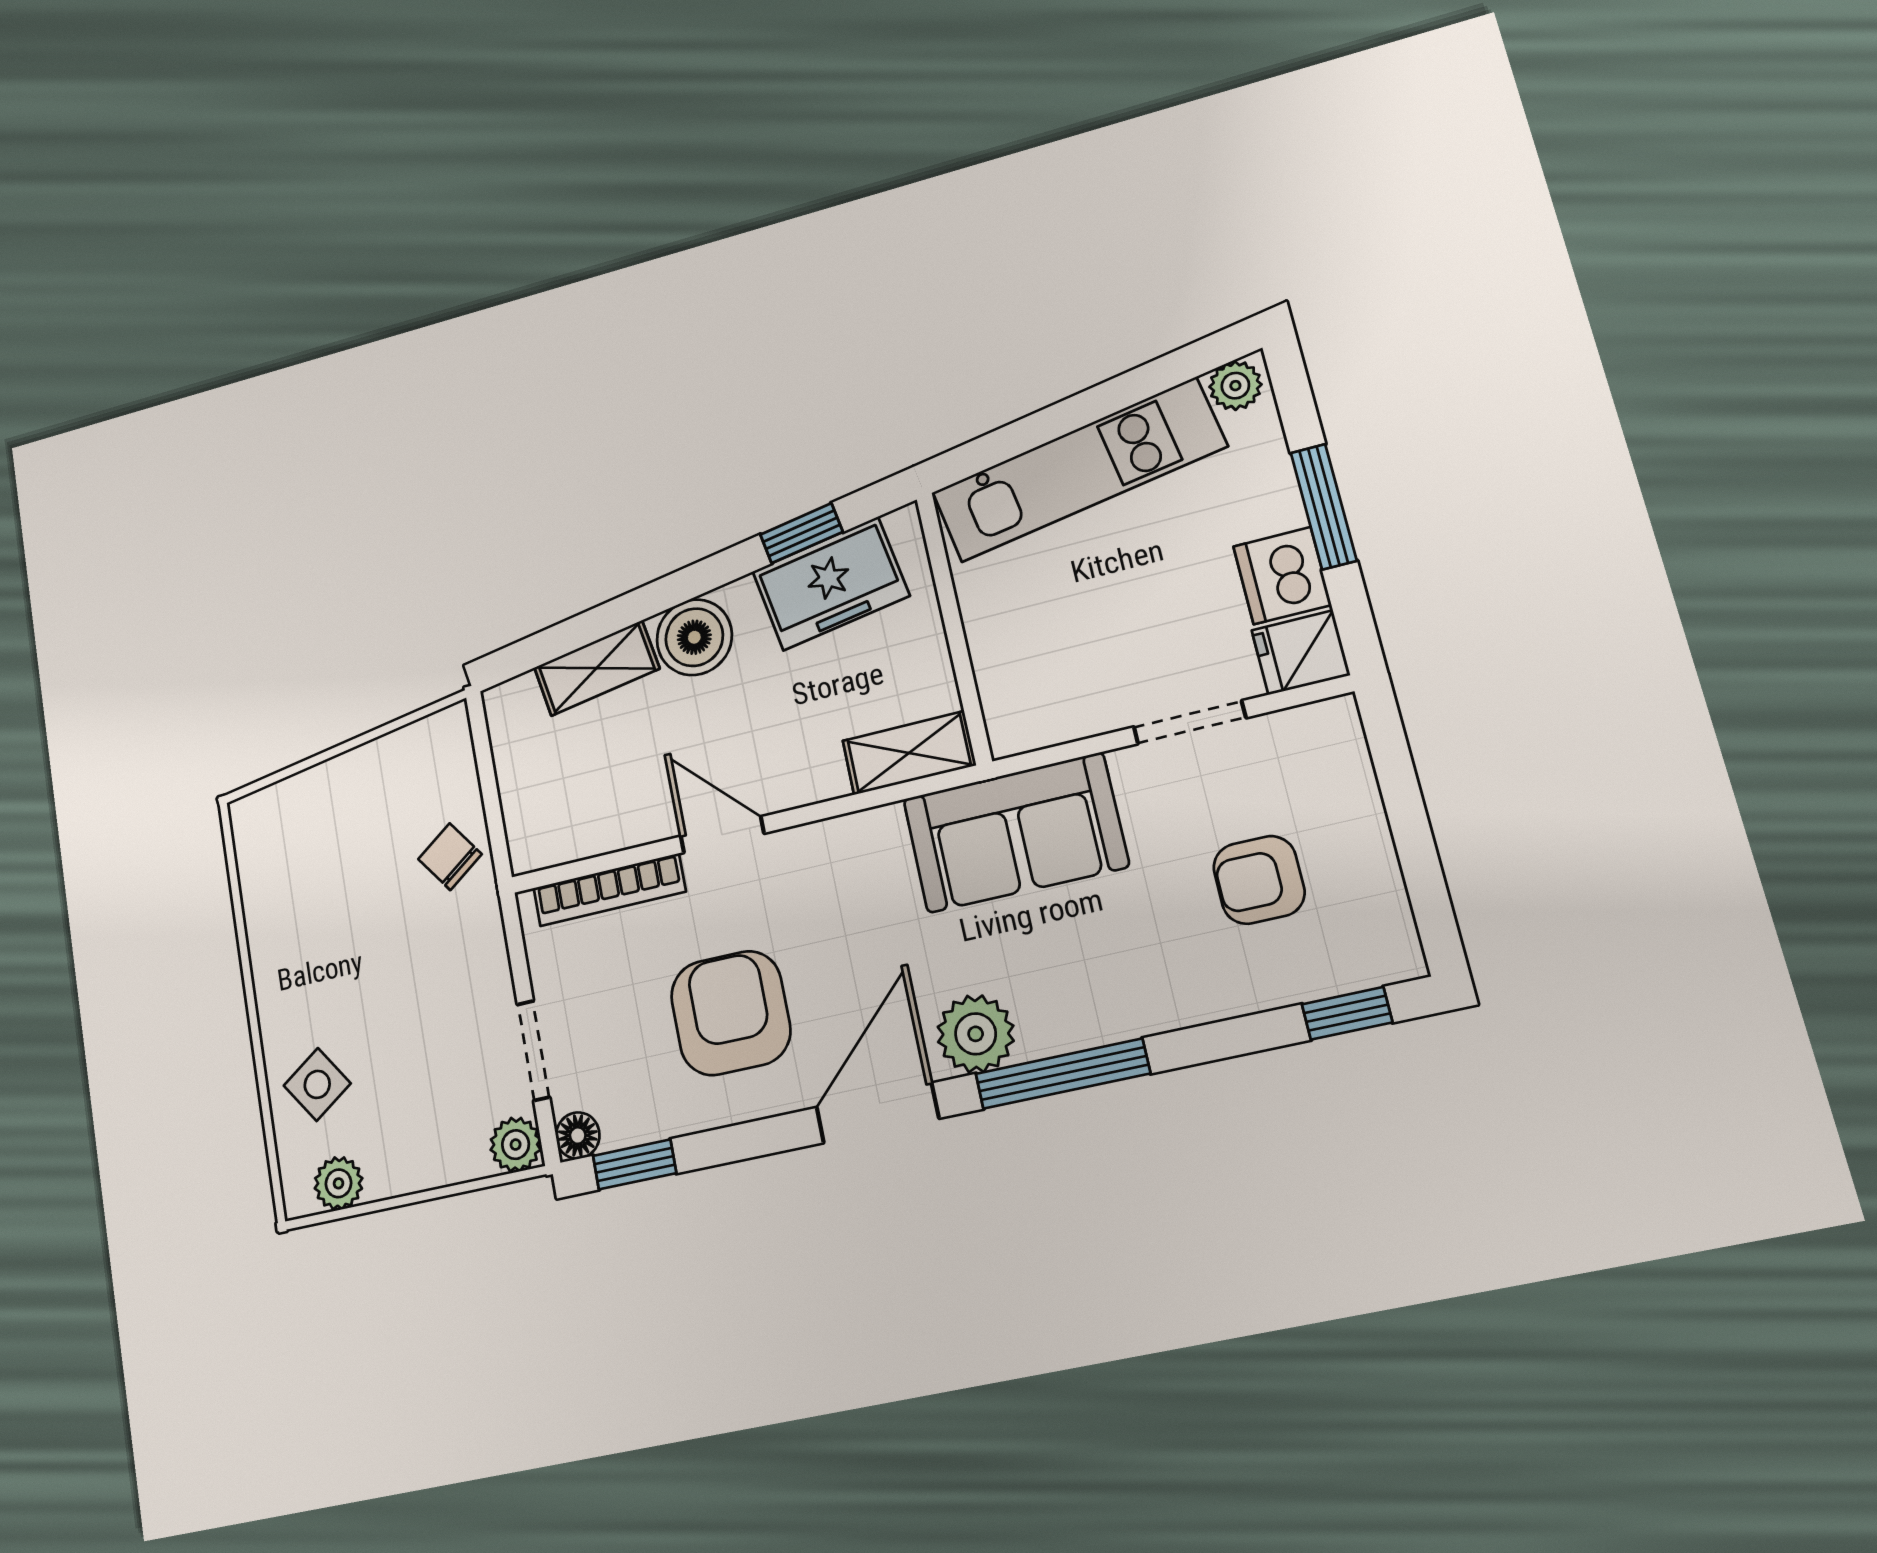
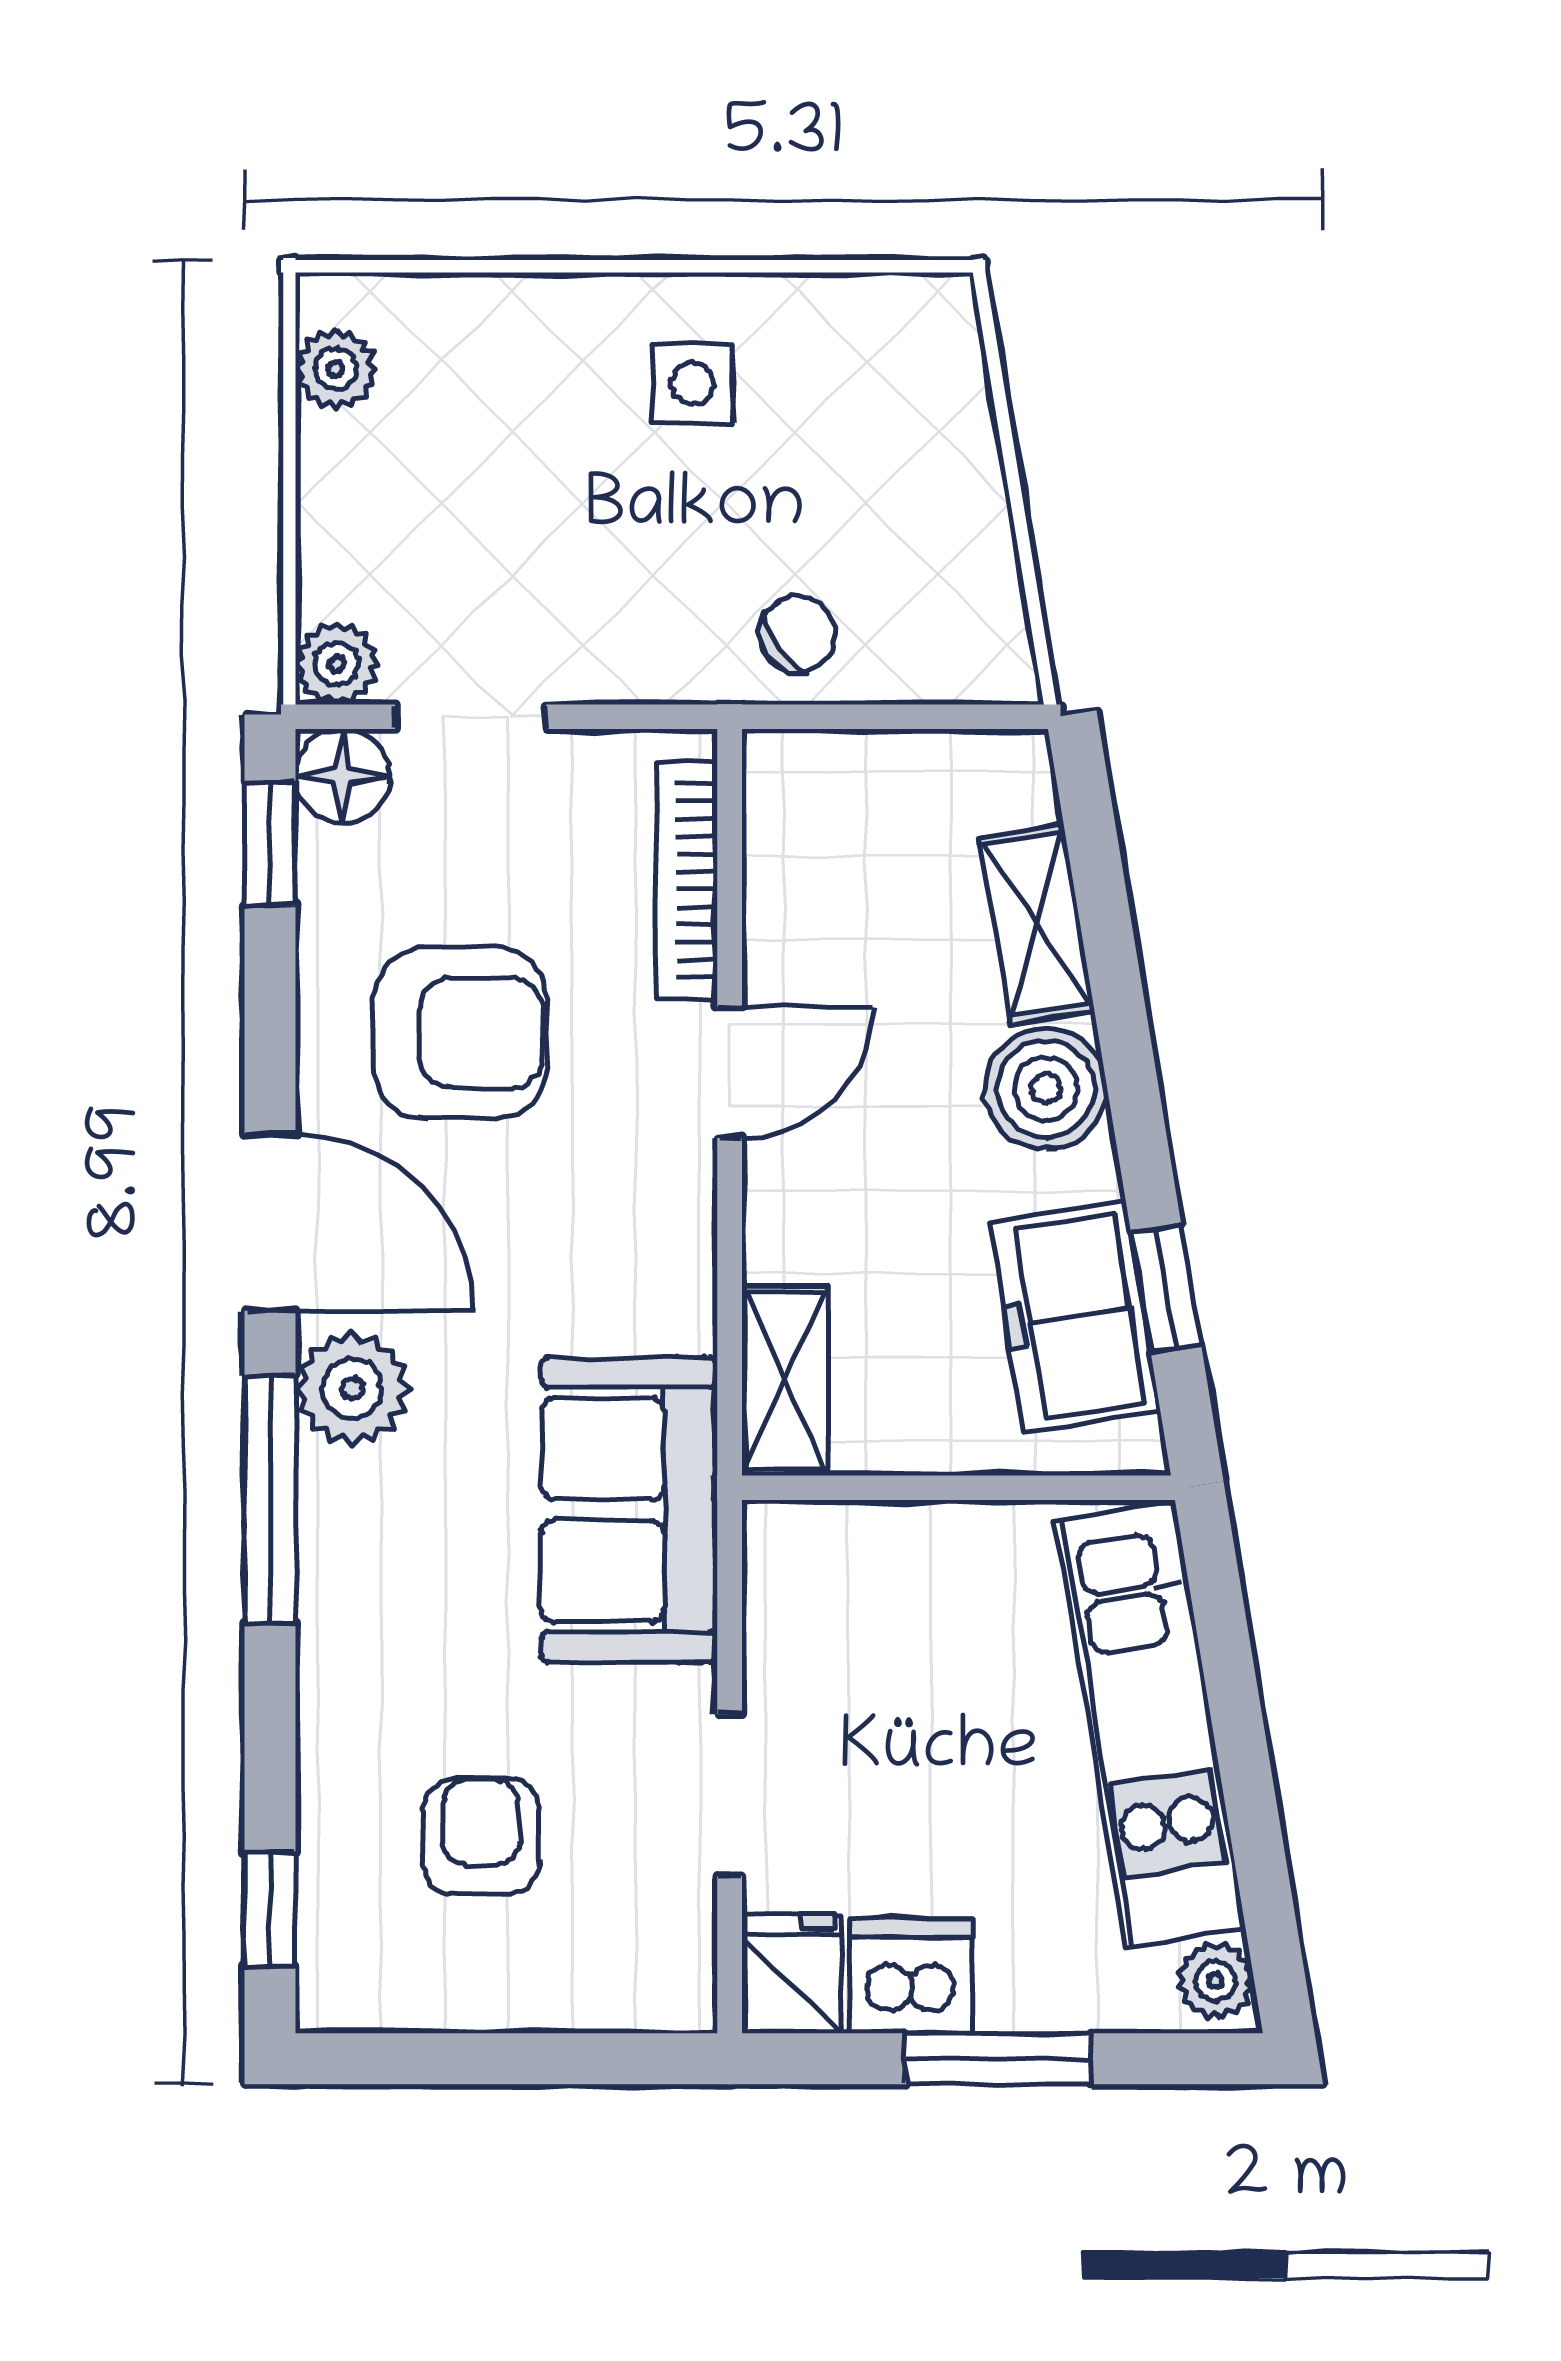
side table: (317, 1084) -> (692, 383), moved, turned 35
floor lamp: (578, 1136) -> (343, 776), width x1.37, depth x1.37

